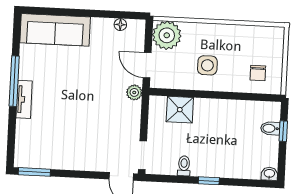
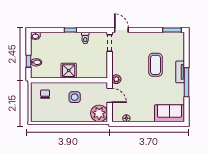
sofa: (55, 30) -> (169, 113), width x0.73
shower: (180, 110) -> (69, 71), moved
coffee table: (66, 114) -> (155, 65), added

